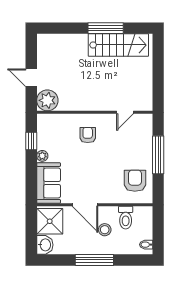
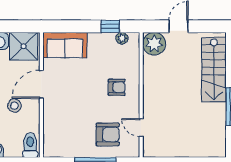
stairs: (118, 45) -> (214, 70), moved
plant: (42, 156) -> (122, 38), moved
armchair: (135, 181) -> (108, 134), moved
toilet: (126, 218) -> (30, 145), moved, turned 90

